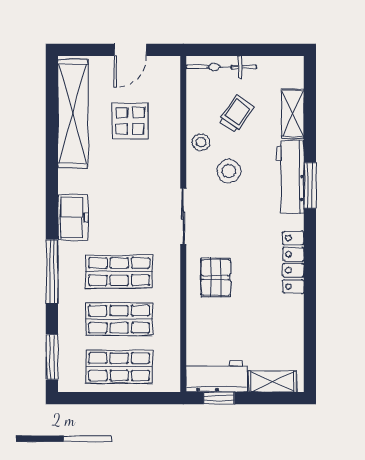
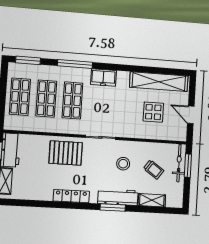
window: (225, 50) -> (188, 166), added
stool: (201, 142) -> (140, 149), removed
pallet: (216, 278) -> (66, 153), width x1.50, depth x1.42

